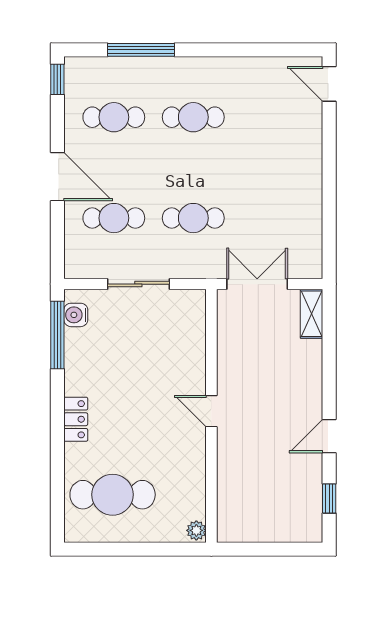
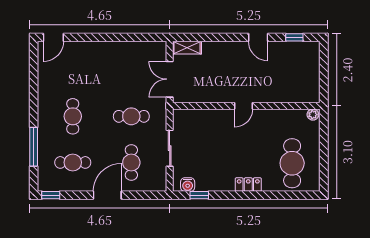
cafe table: (114, 117) -> (73, 162), turned 90
cafe table: (193, 218) -> (131, 116), turned 90
window: (57, 335) -> (199, 195), width x0.46

